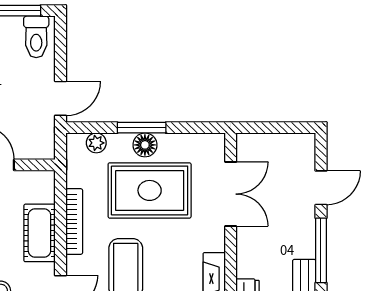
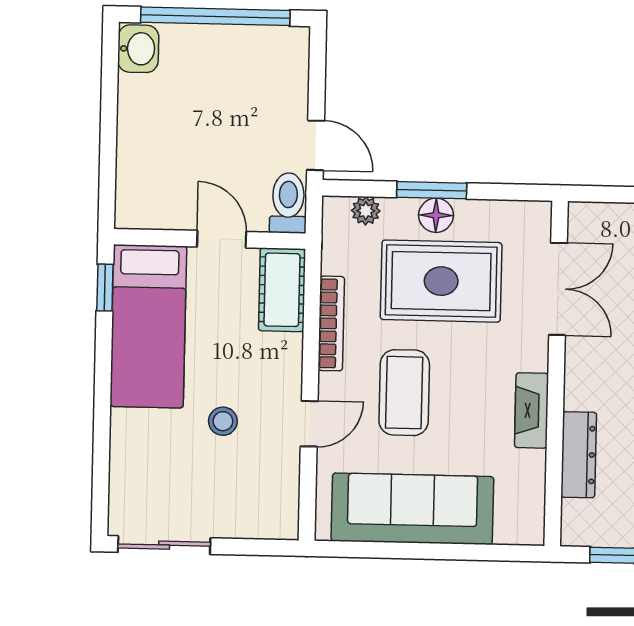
toilet: (36, 37) -> (288, 203), moved, turned 180
door: (60, 98) -> (316, 145), hinge flipped
cot: (39, 233) -> (282, 290), moved

